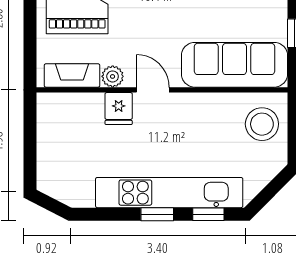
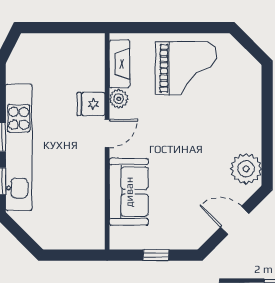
sofa: (235, 65) -> (129, 192), width x0.73
stool: (262, 124) -> (78, 227), removed

